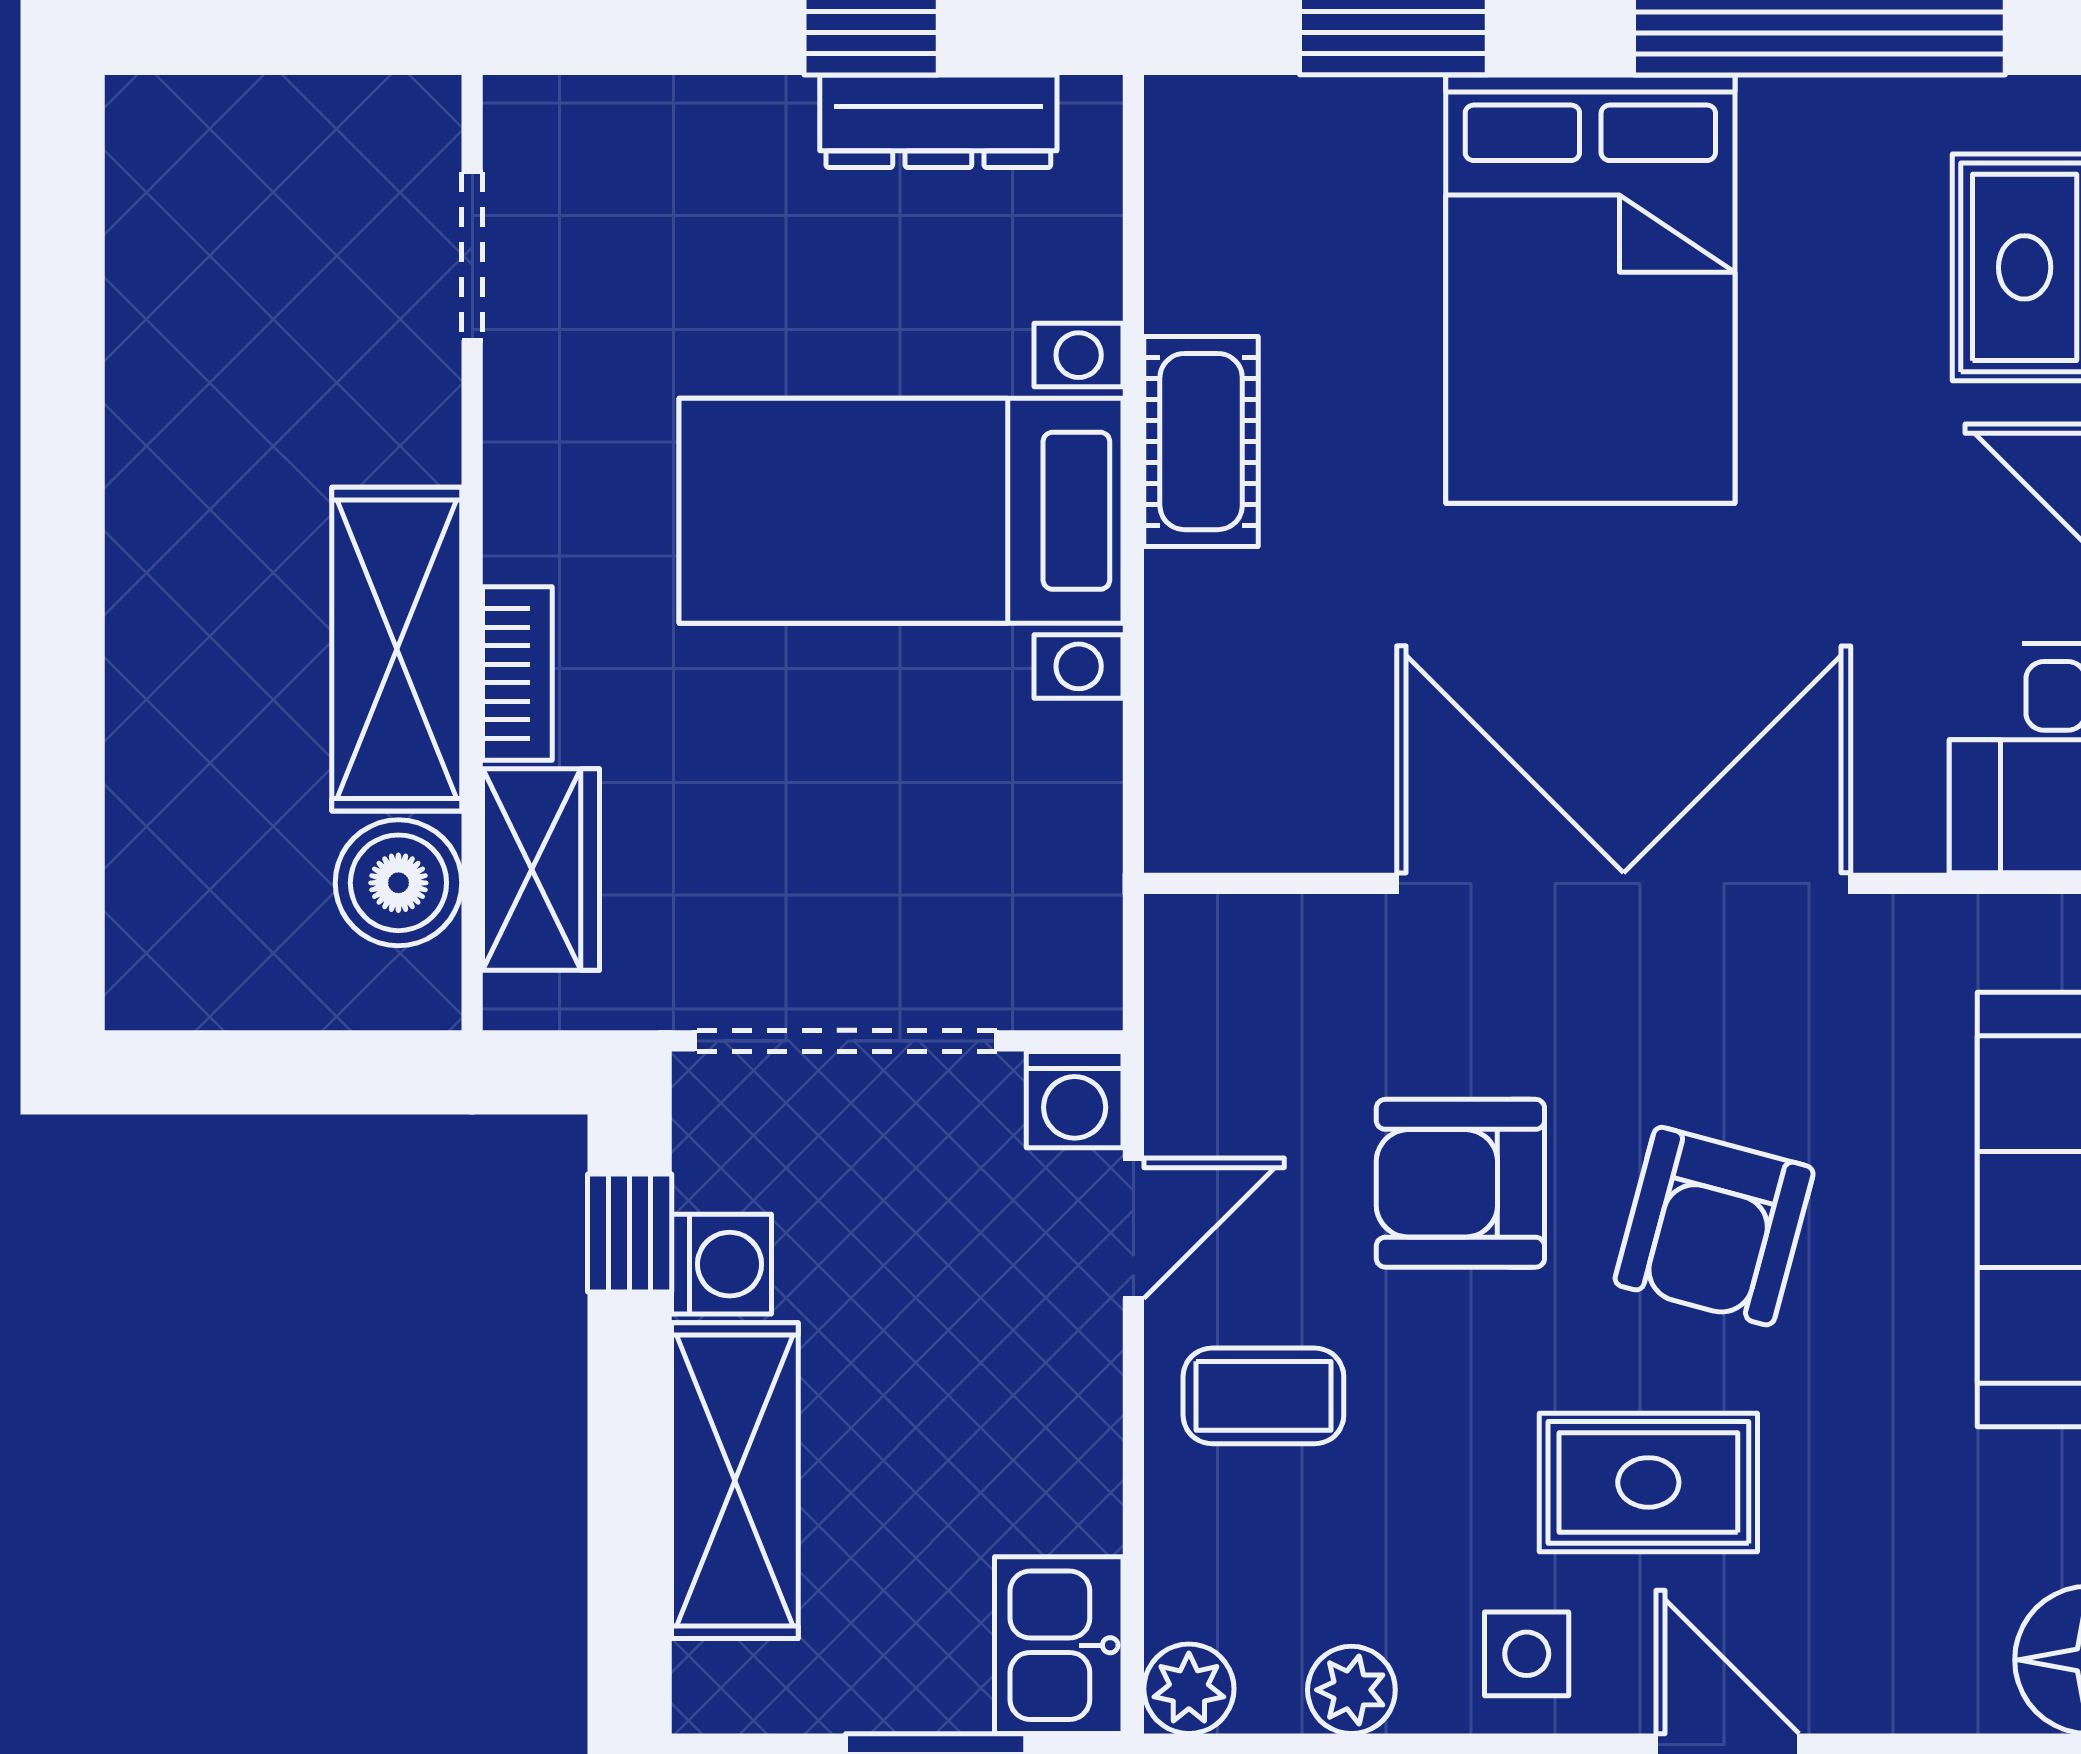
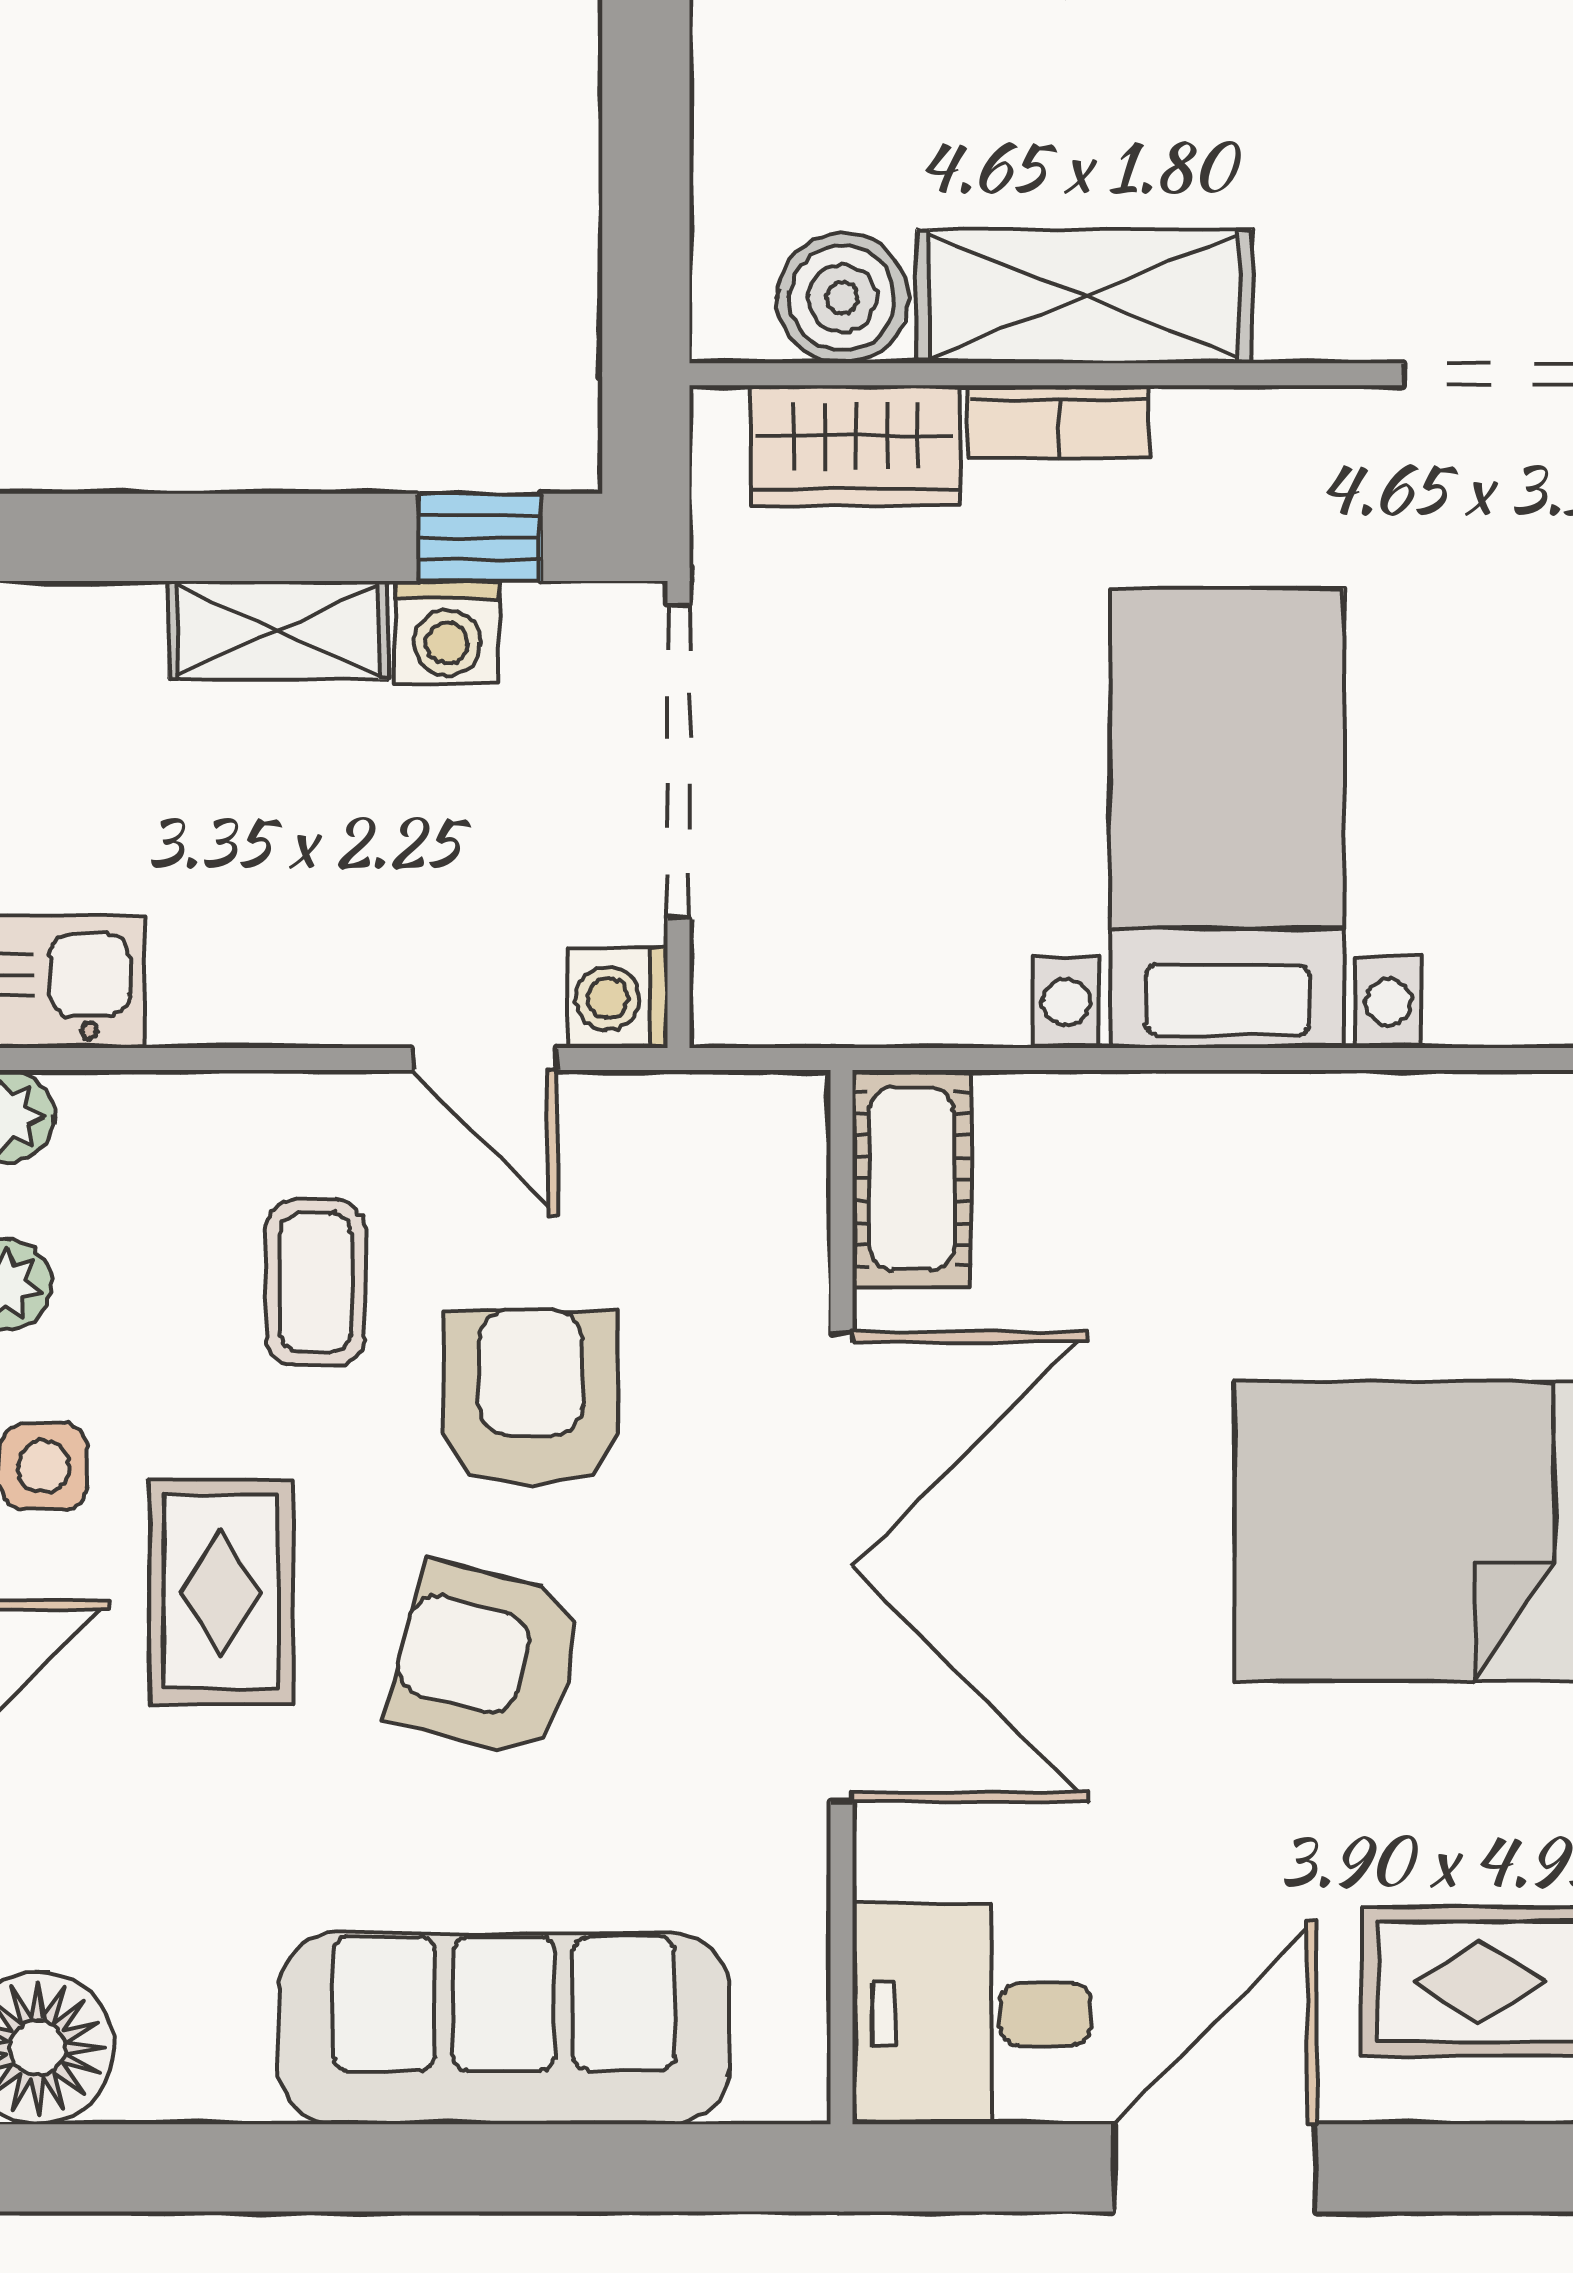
cot: (1201, 442) -> (911, 1179), moved, turned 90
coffee table: (1263, 1396) -> (315, 1282), moved
shelving: (735, 1481) -> (278, 630), width x0.67, depth x0.75

